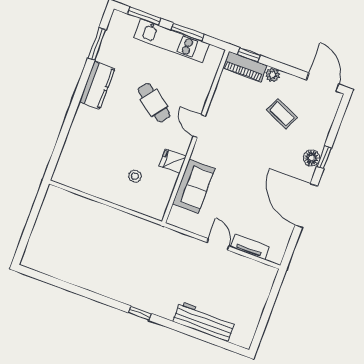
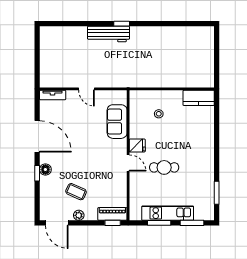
plant: (273, 75) -> (79, 215), moved
kitchen counter: (97, 85) -> (199, 98), moved, turned -90
cafe table: (154, 103) -> (164, 167), turned -36
fridge: (173, 161) -> (137, 145), moved
tv unit: (250, 247) -> (53, 95), moved
workbench: (204, 321) -> (109, 34), moved

